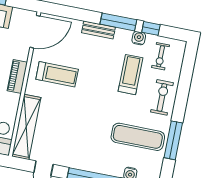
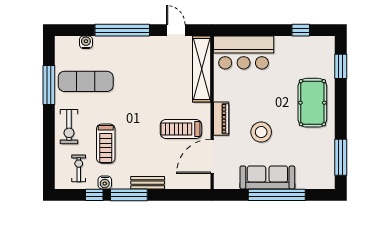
door: (35, 32) -> (212, 156), moved

